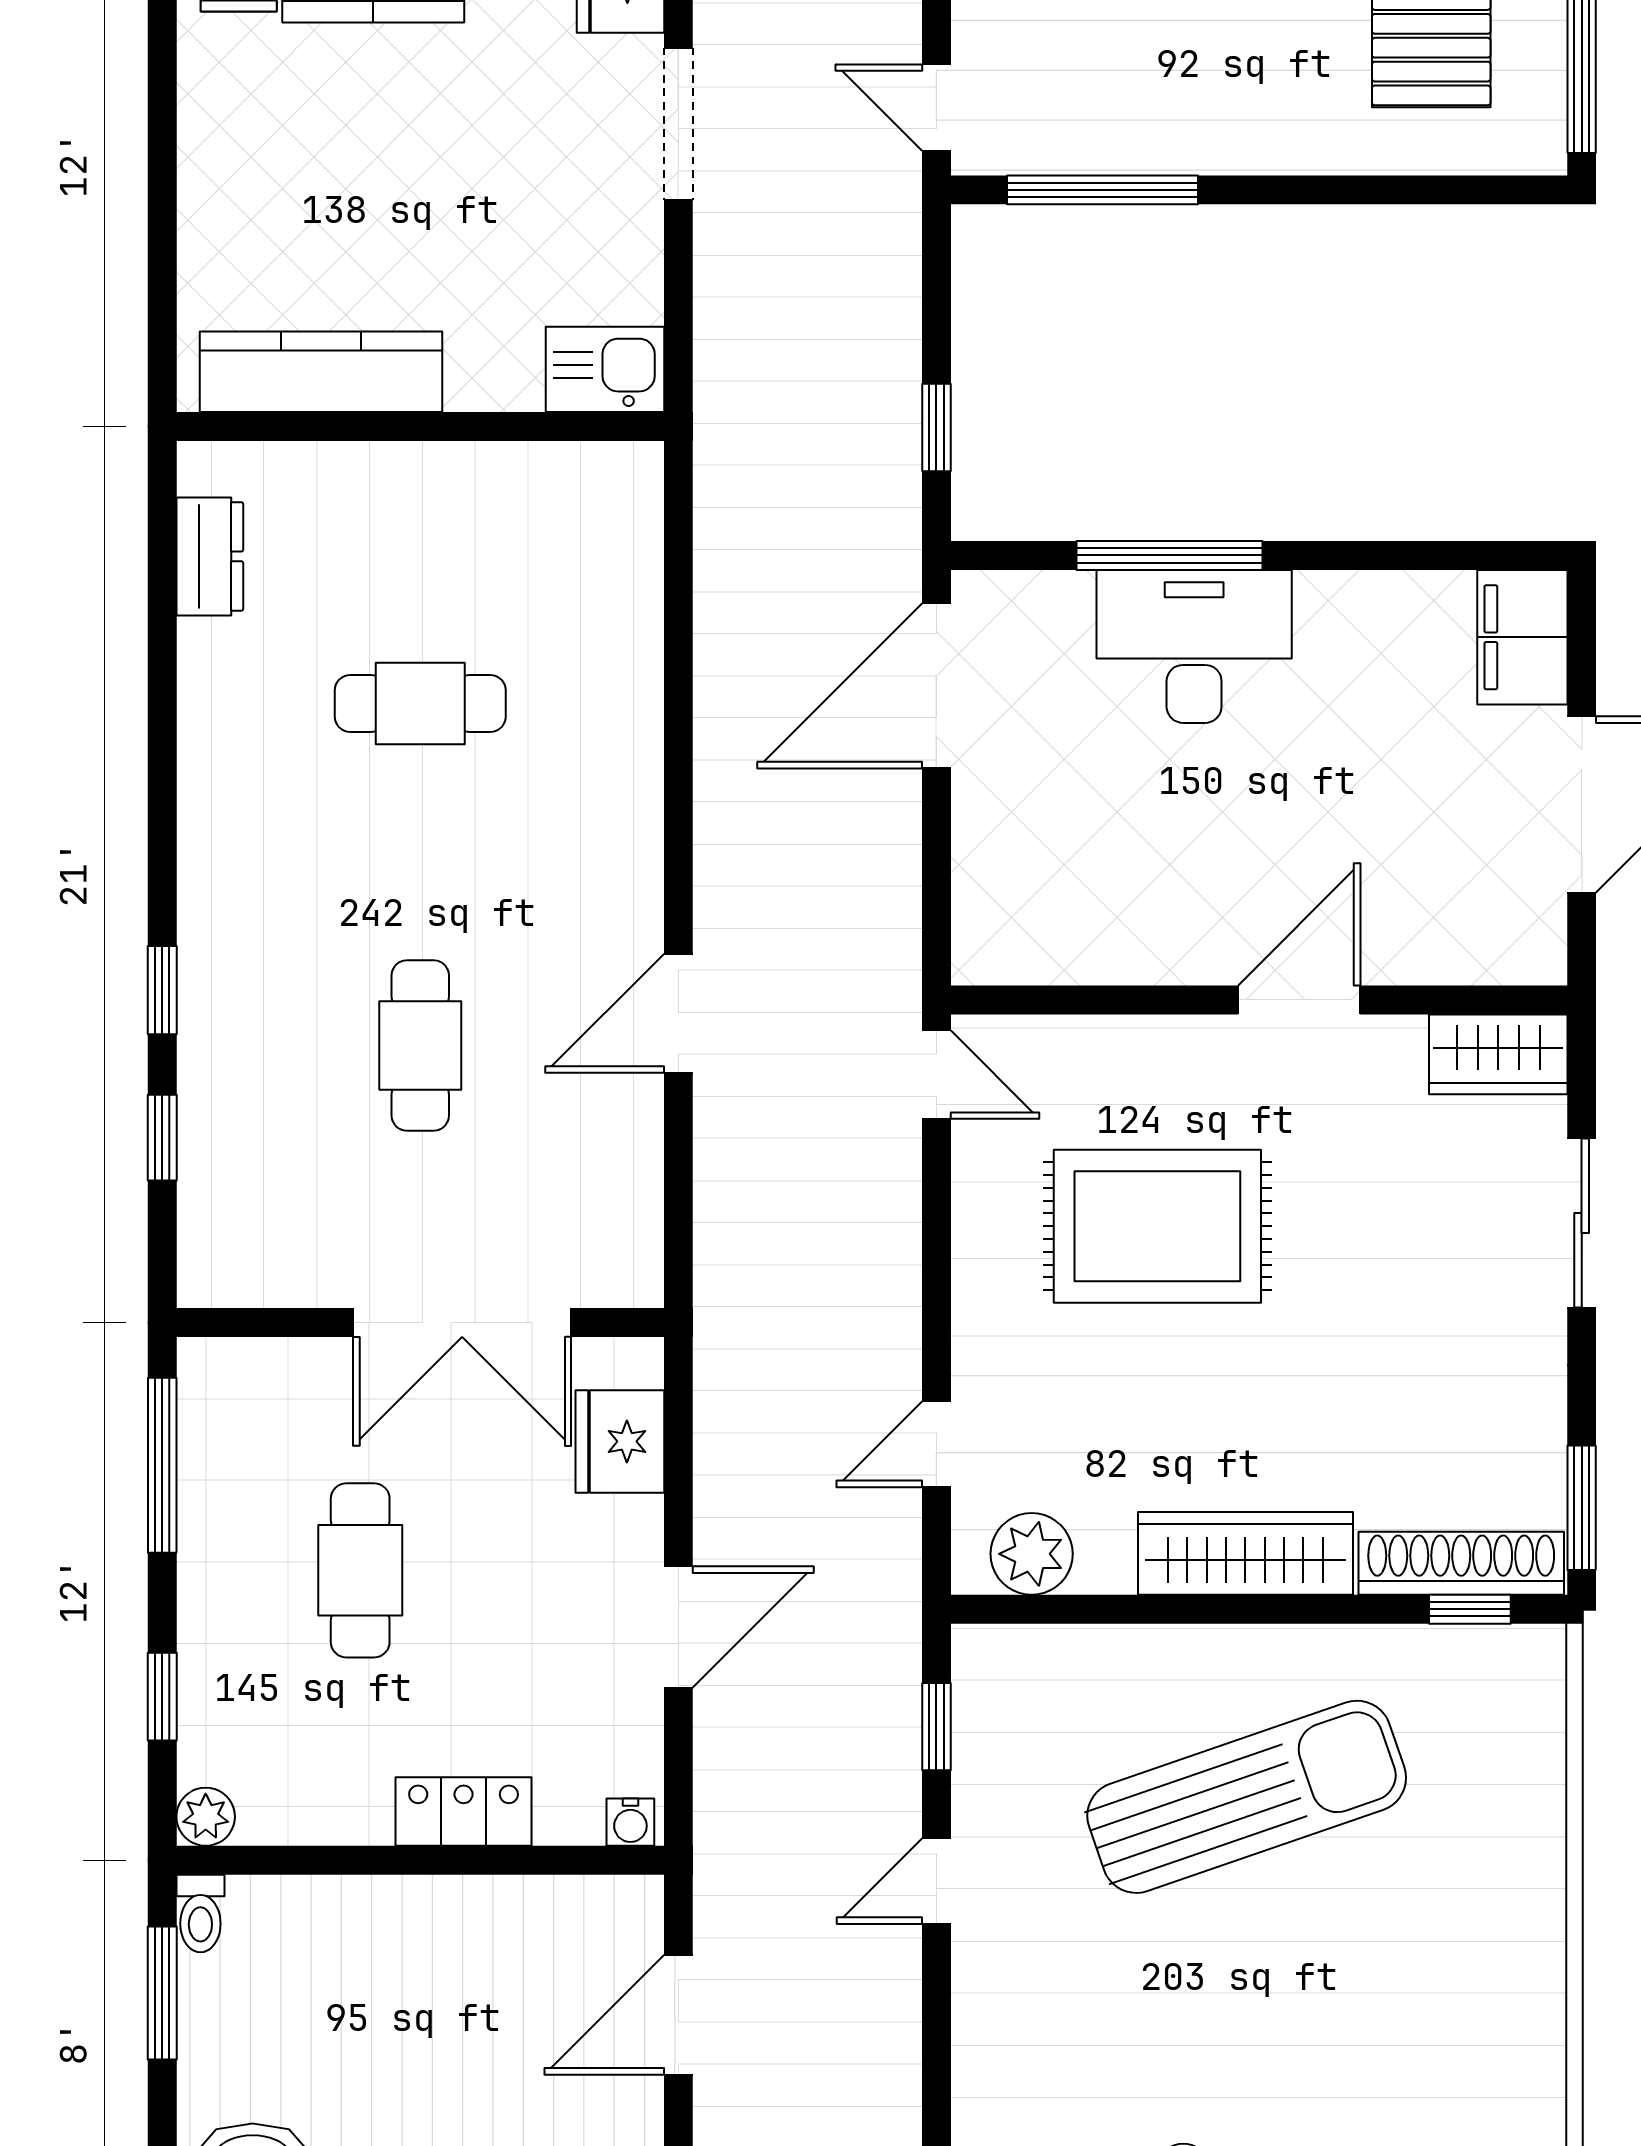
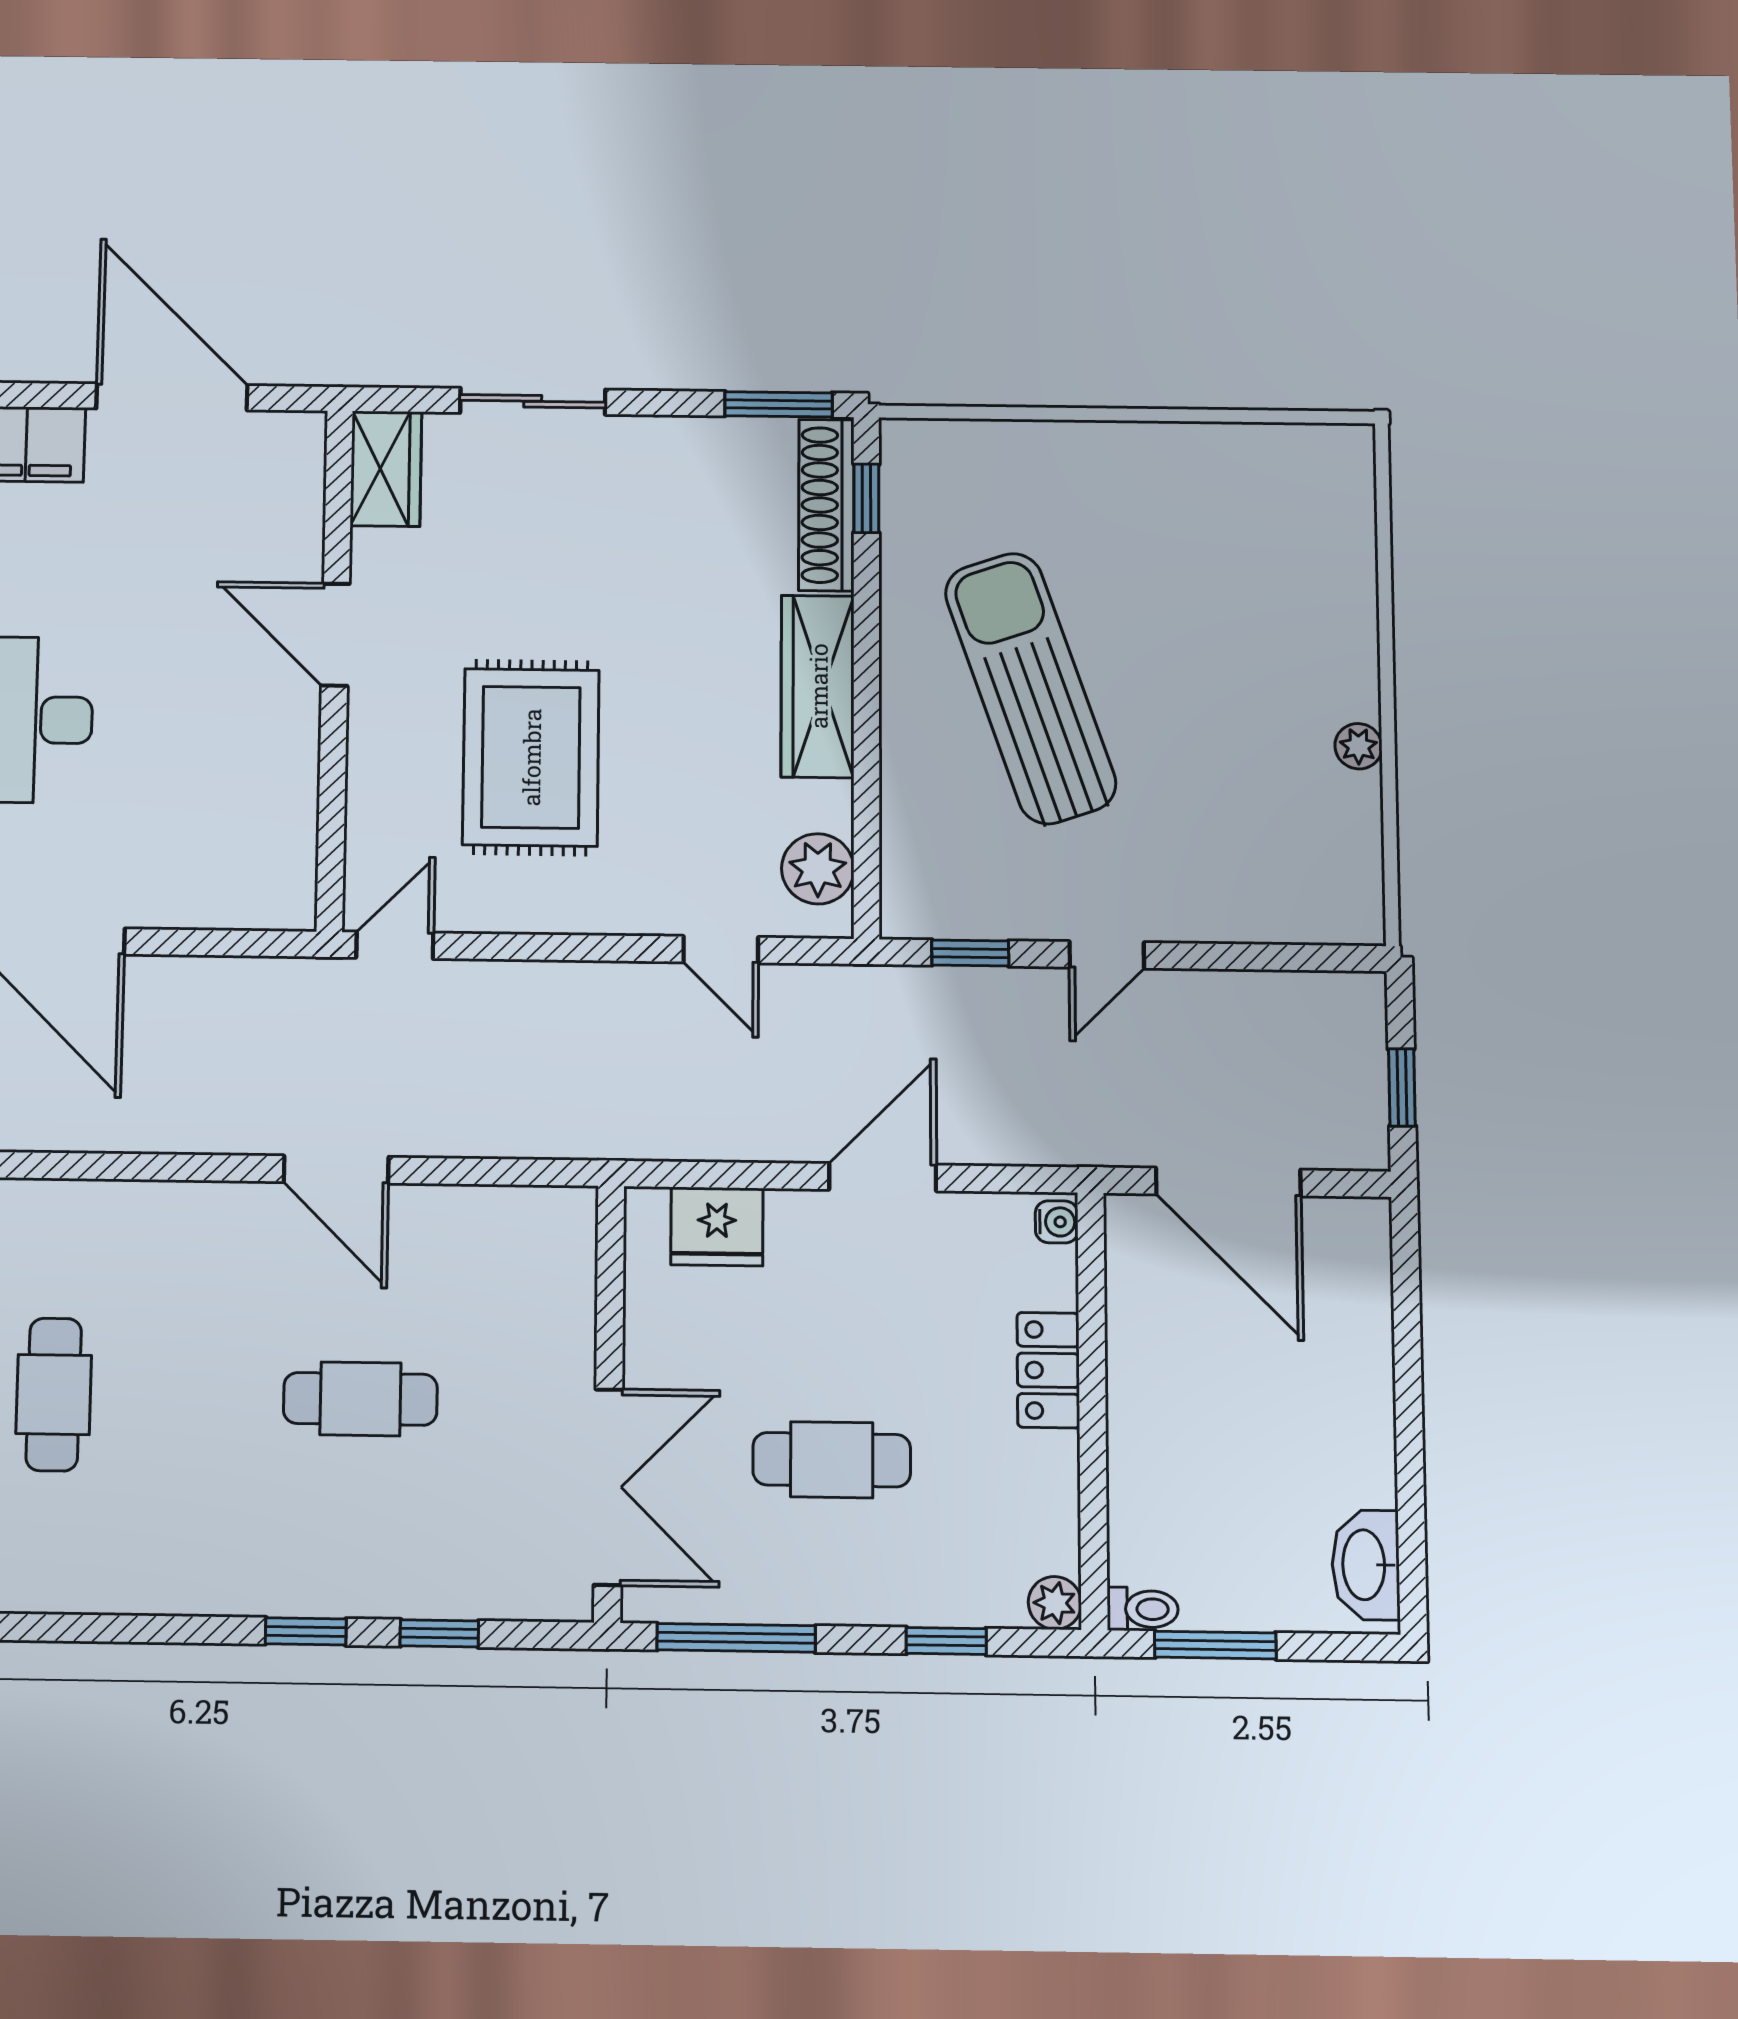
double door: (462, 1323) -> (608, 1487), moved
door: (678, 1627) -> (883, 1177), hinge flipped
door: (936, 1881) -> (1107, 955), hinge flipped
door: (678, 2015) -> (1228, 1182), width x1.36

